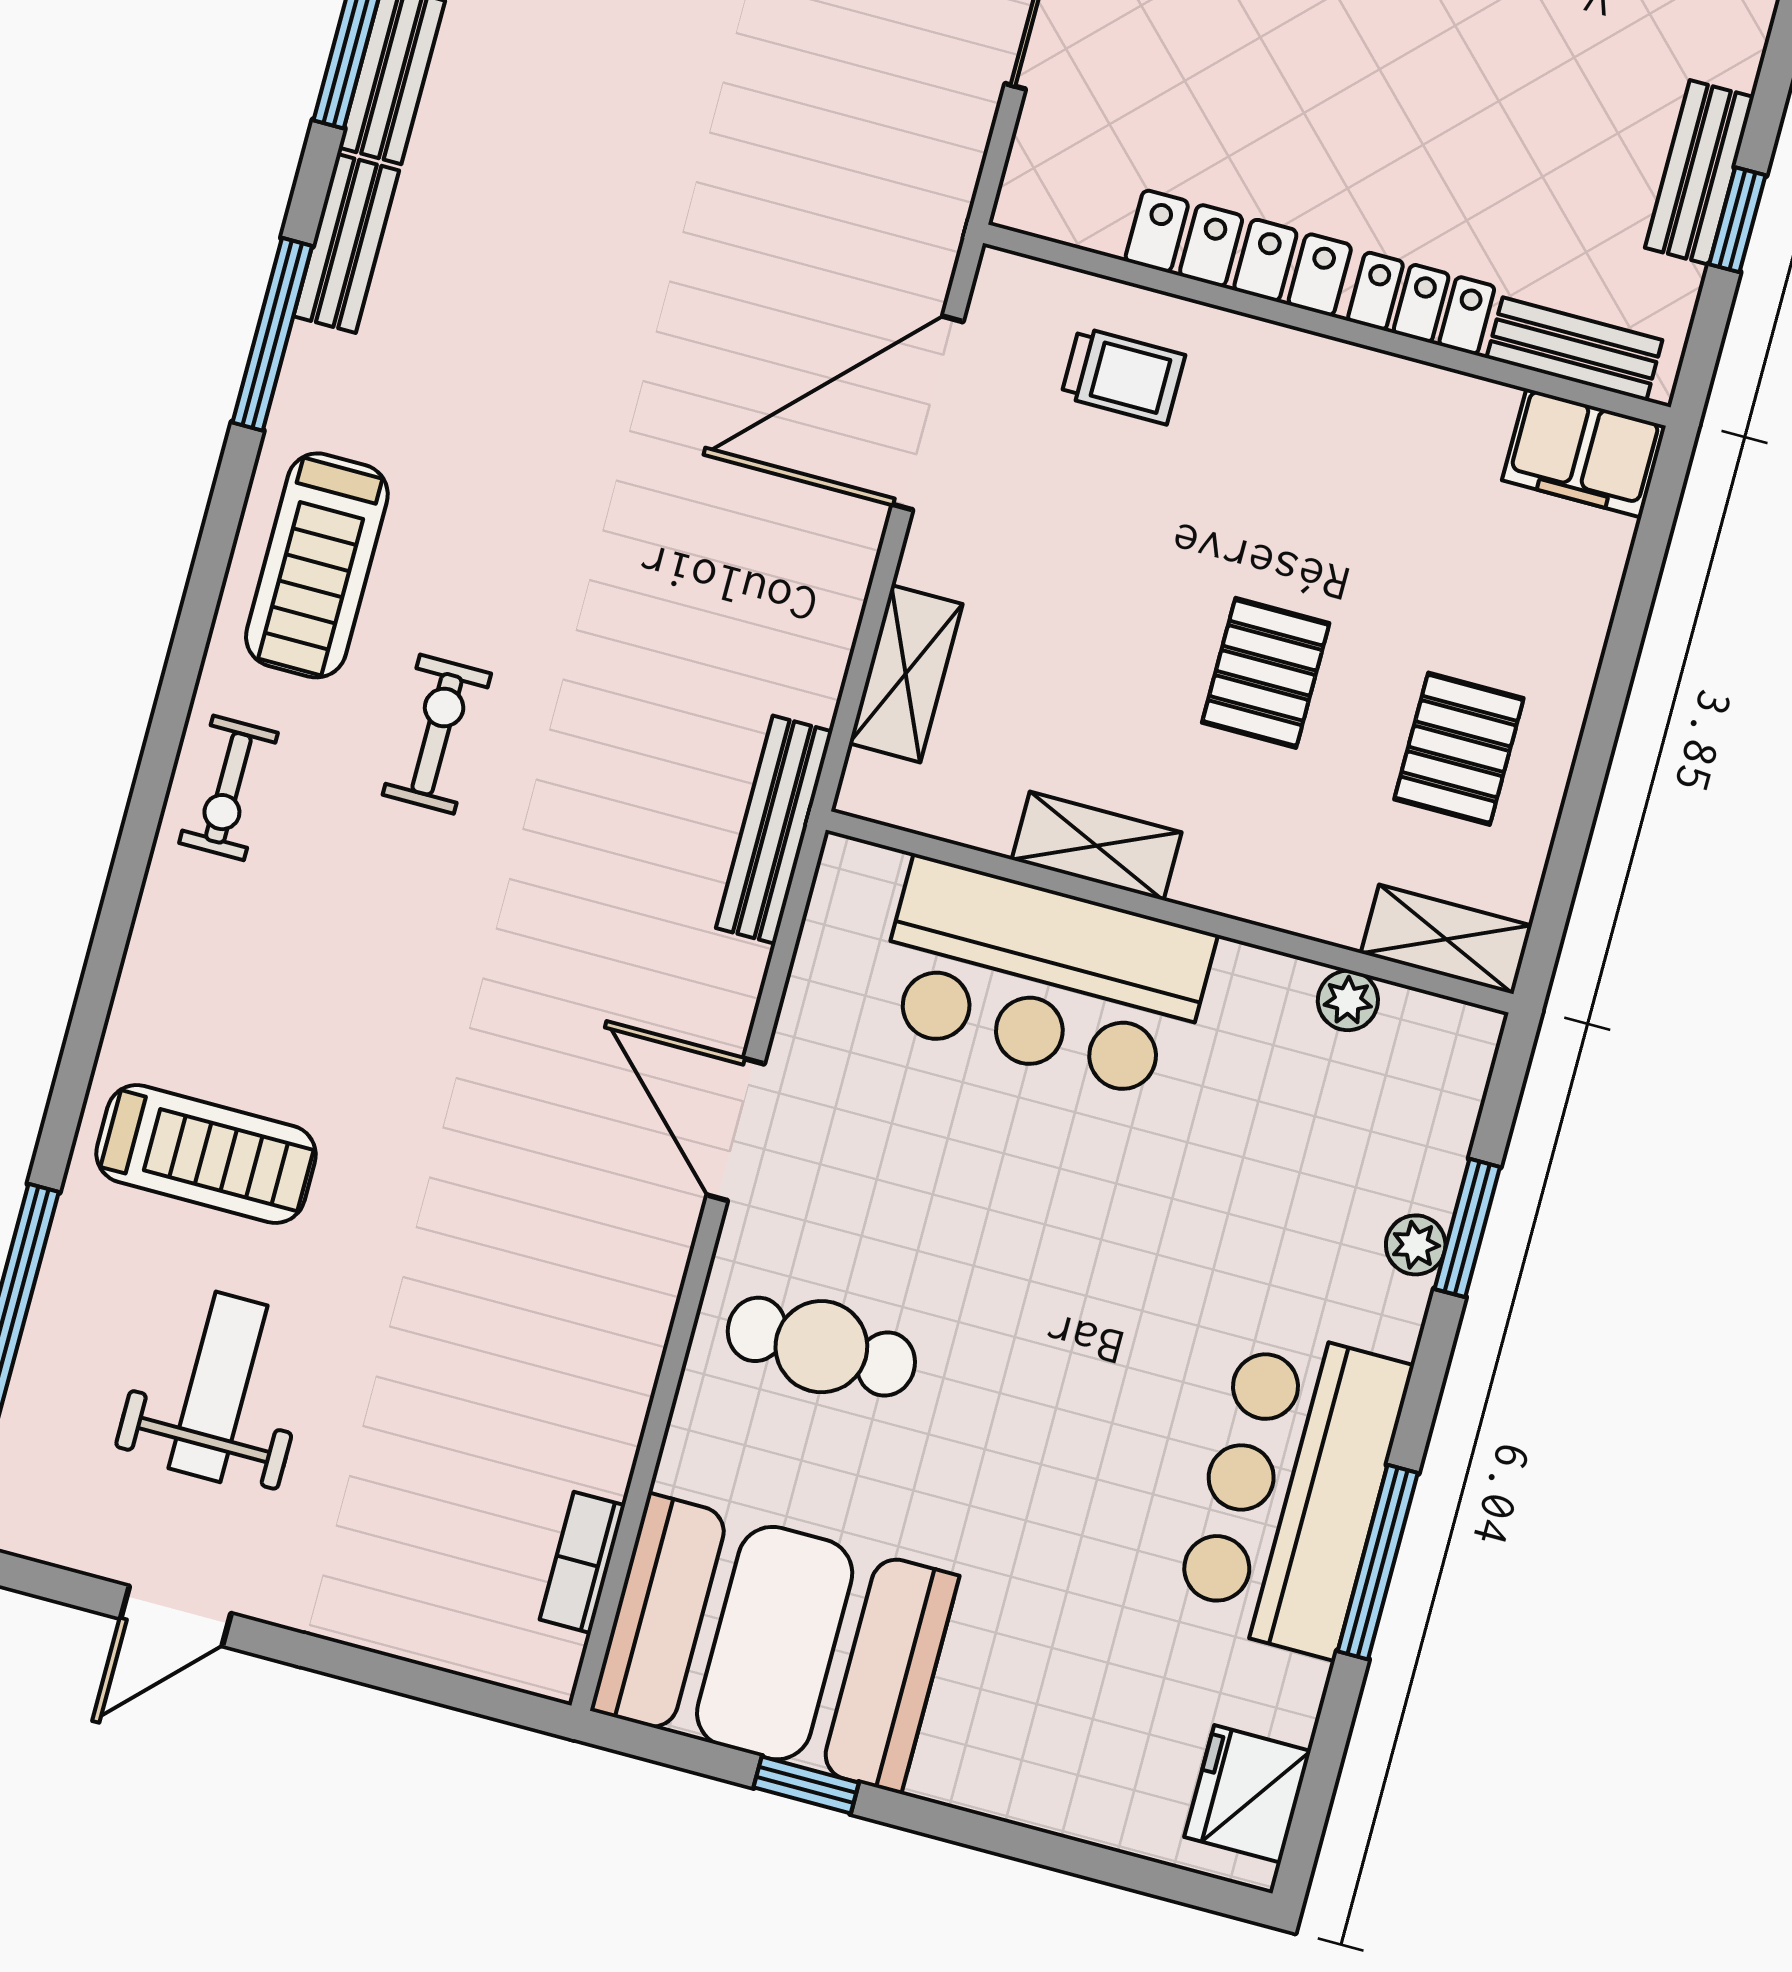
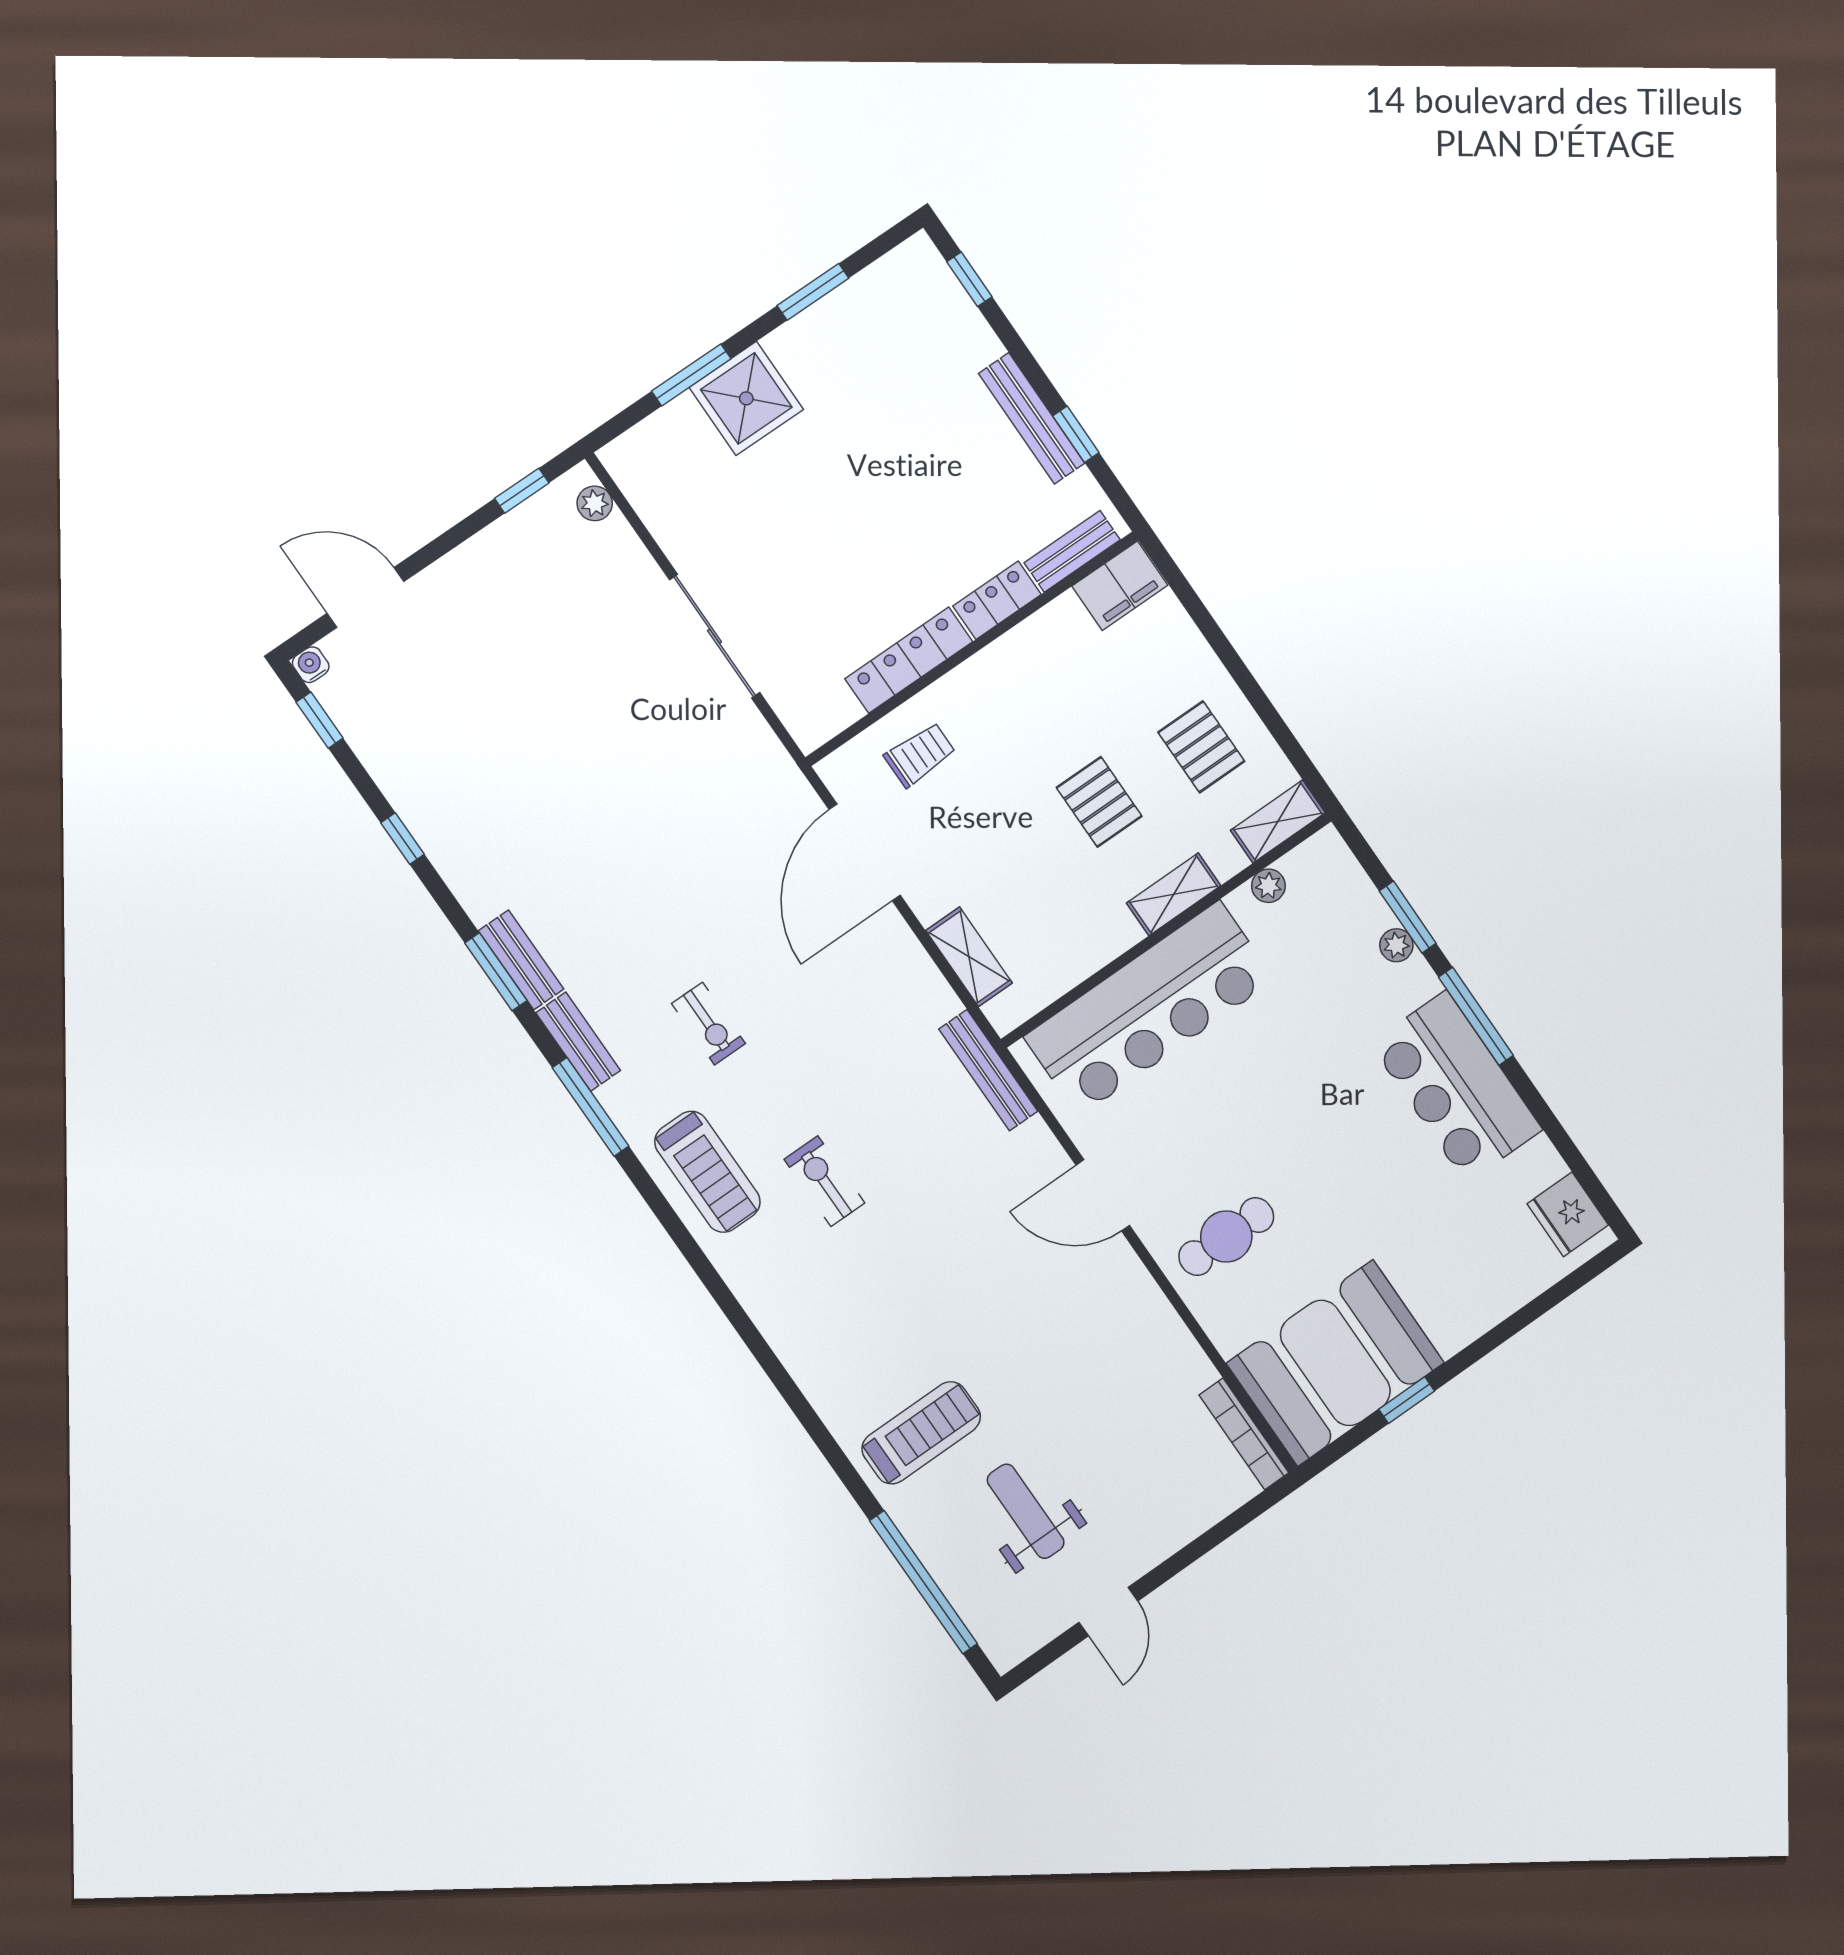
bench: (1699, 172) -> (1032, 418), width x1.36
exercise bike: (228, 788) -> (709, 1024), moved
shelving: (1097, 846) -> (1174, 894), moved
bar counter: (1043, 978) -> (1149, 1008), width x1.36
bookcase: (582, 1562) -> (1244, 1434), width x1.56
window: (1378, 1562) -> (1476, 1016), moved

